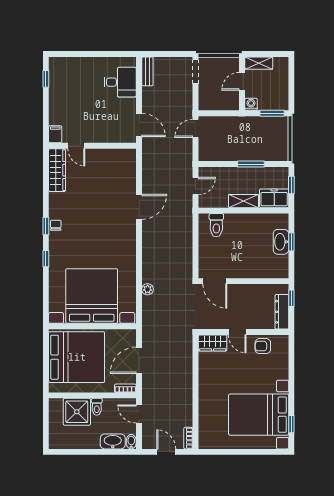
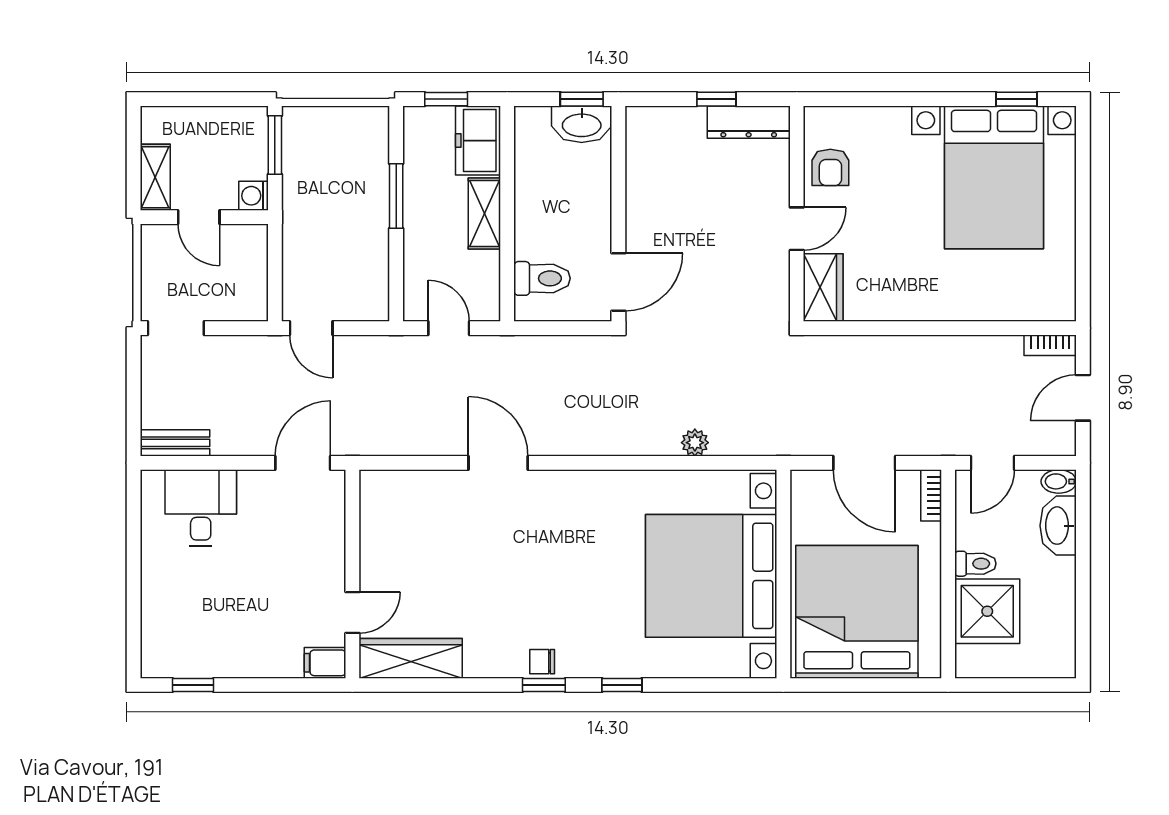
door: (215, 281) -> (618, 282), moved
wall: (243, 281) -> (618, 214), moved

